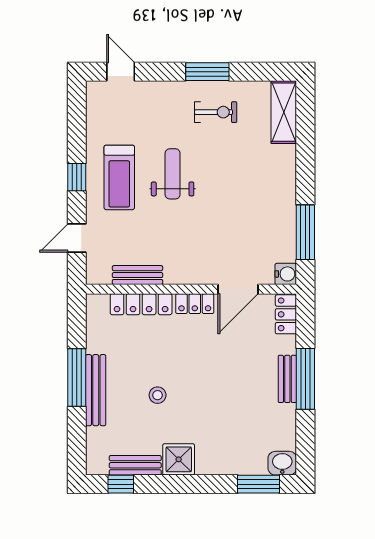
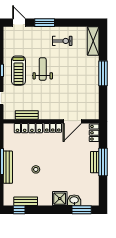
window: (207, 72) -> (45, 23), moved
window: (305, 232) -> (103, 73), moved
water cooler: (286, 274) -> (94, 114), removed
shower: (179, 459) -> (60, 199), moved
washbasin: (282, 463) -> (74, 200), moved

